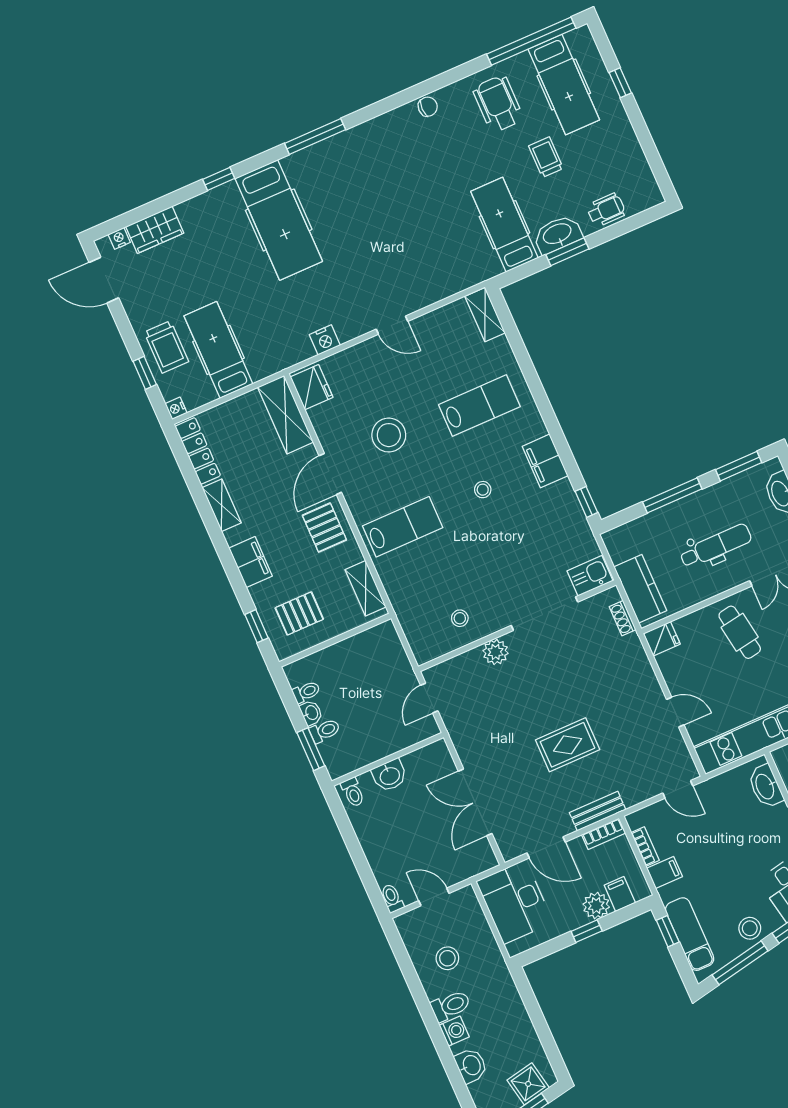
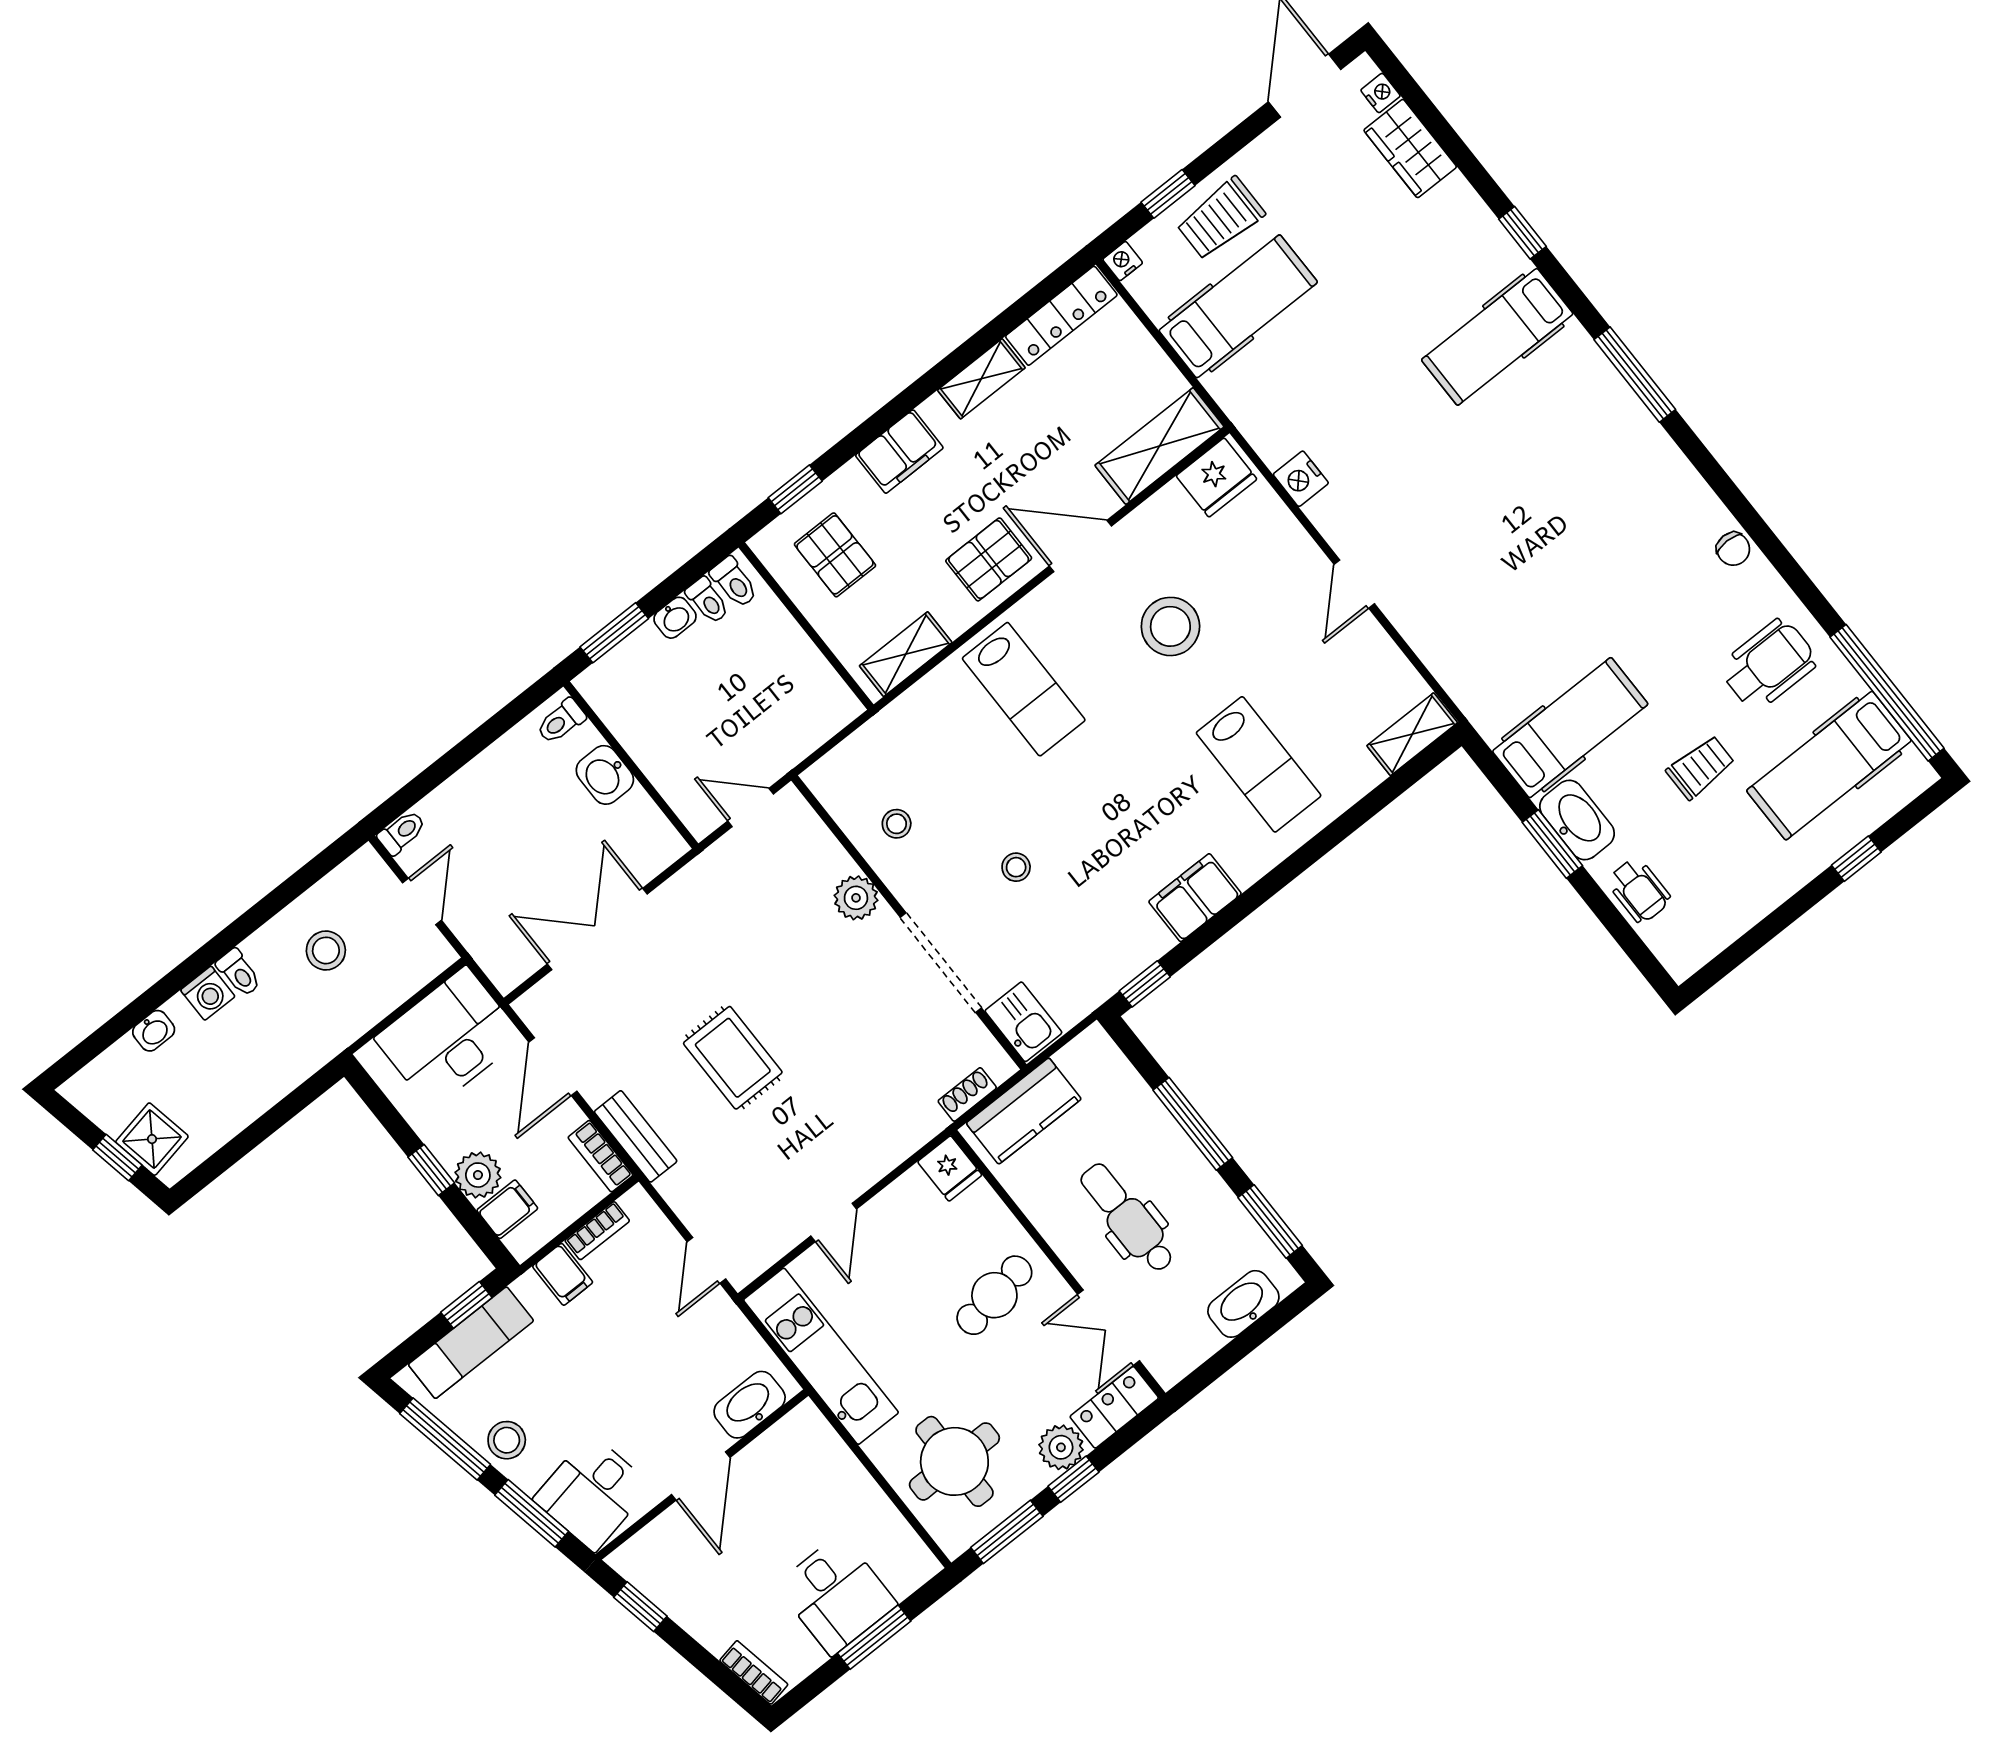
hospital bed: (279, 220) -> (1497, 337), width x0.73, depth x0.78
stool: (483, 490) -> (1016, 867), moved
dental chair: (716, 546) -> (1127, 1218), turned 180
toilet: (325, 731) -> (734, 582), moved
toilet: (451, 1006) -> (239, 973), width x0.73, depth x0.72
washbasin: (471, 1065) -> (154, 1031), width x0.72, depth x0.69

